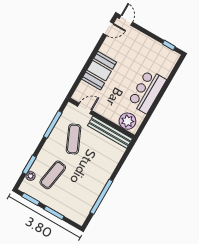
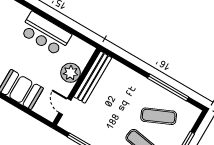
plant: (127, 121) -> (71, 73), moved
exercise mat: (74, 139) -> (159, 116), moved

